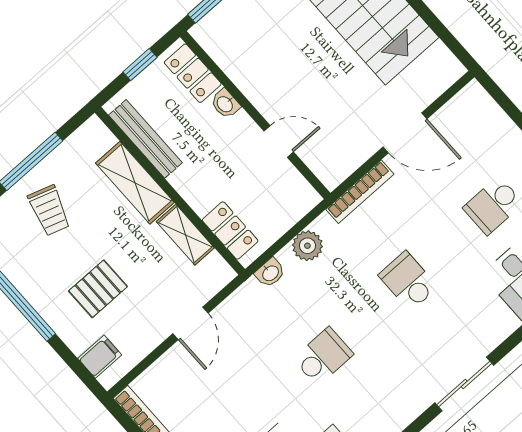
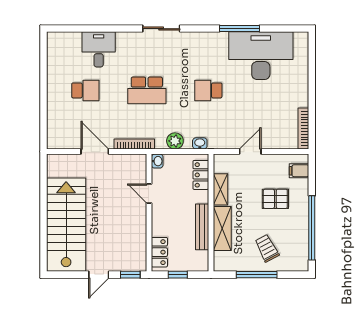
washbasin: (225, 104) -> (157, 161), moved
bench: (145, 139) -> (202, 227), moved
trolley: (49, 210) -> (267, 248), turned -46
school desk: (408, 281) -> (147, 90), width x1.85

